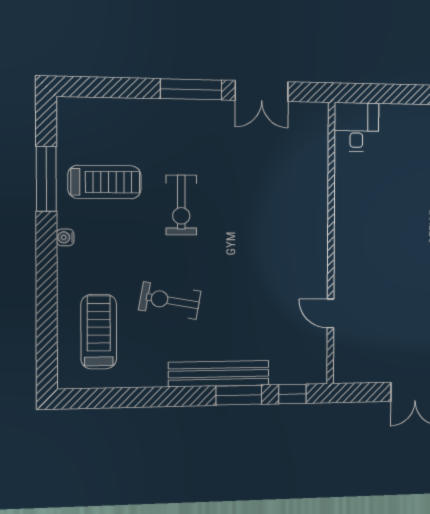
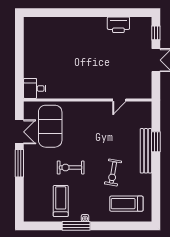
exercise mat: (274, 160) -> (50, 126), added
window: (46, 179) -> (76, 226), moved
exercise bike: (181, 205) -> (71, 168), turned 180
window: (292, 394) -> (156, 117), removed

